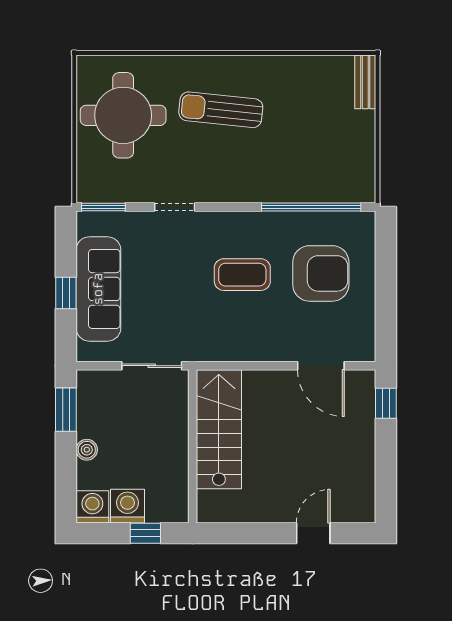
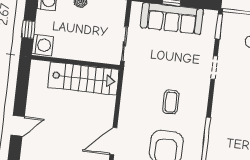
coffee table: (242, 275) -> (171, 102), width x0.73, depth x0.77
washing machine: (128, 506) -> (43, 45), moved
door: (313, 533) -> (18, 126), hinge flipped

